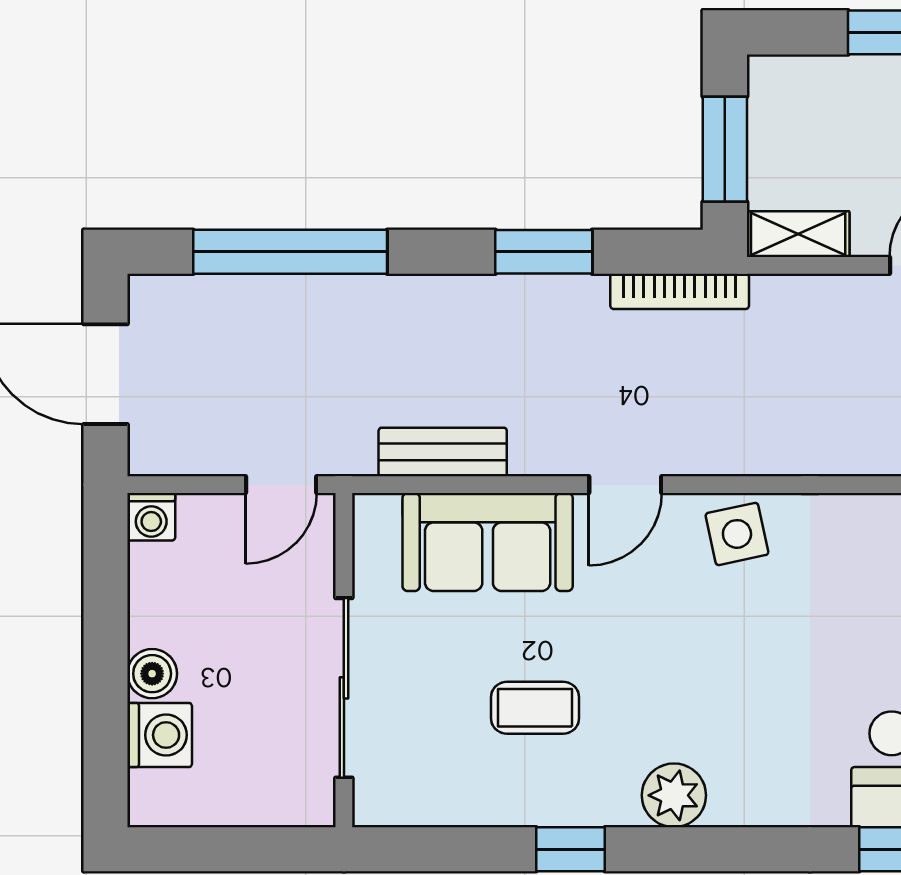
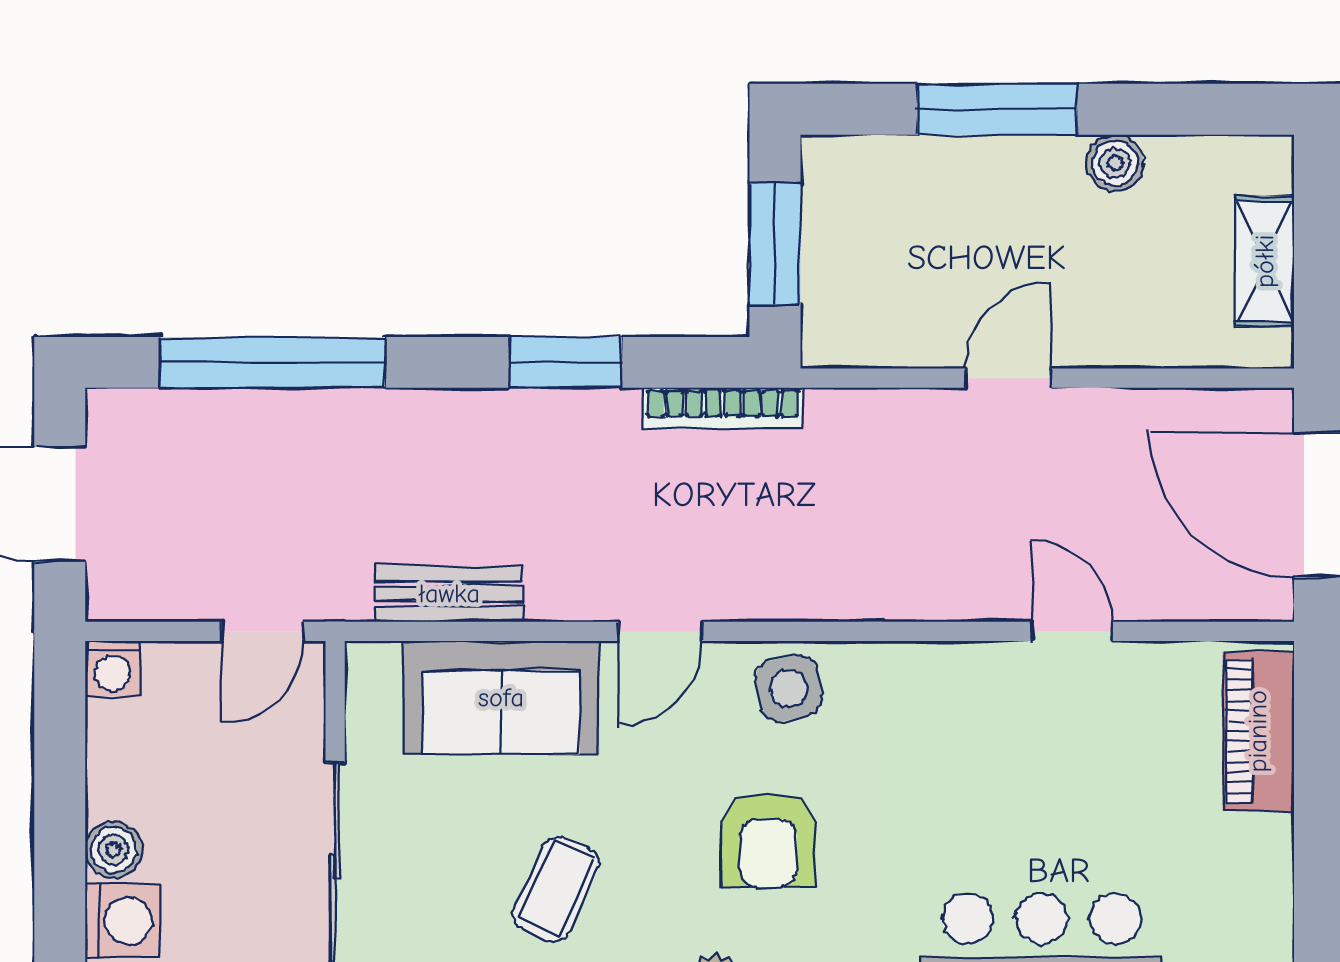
shelving: (798, 234) -> (860, 342), removed
armchair: (719, 665) -> (768, 840), added
coffee table: (535, 708) -> (556, 889), turned -65

